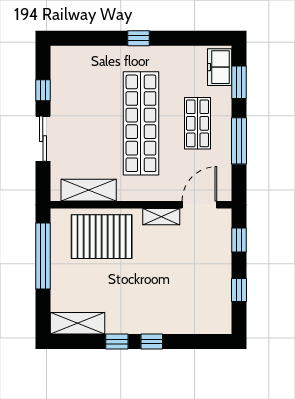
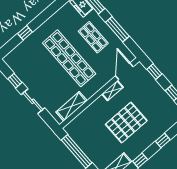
window: (138, 38) -> (25, 33), moved
pallet: (102, 237) -> (126, 123), moved
window: (152, 342) -> (163, 141), moved

